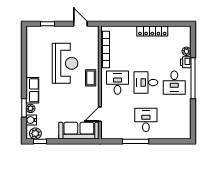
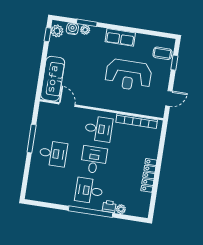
coffee table: (91, 78) -> (162, 53), moved
row of seats: (32, 90) -> (120, 37), moved

